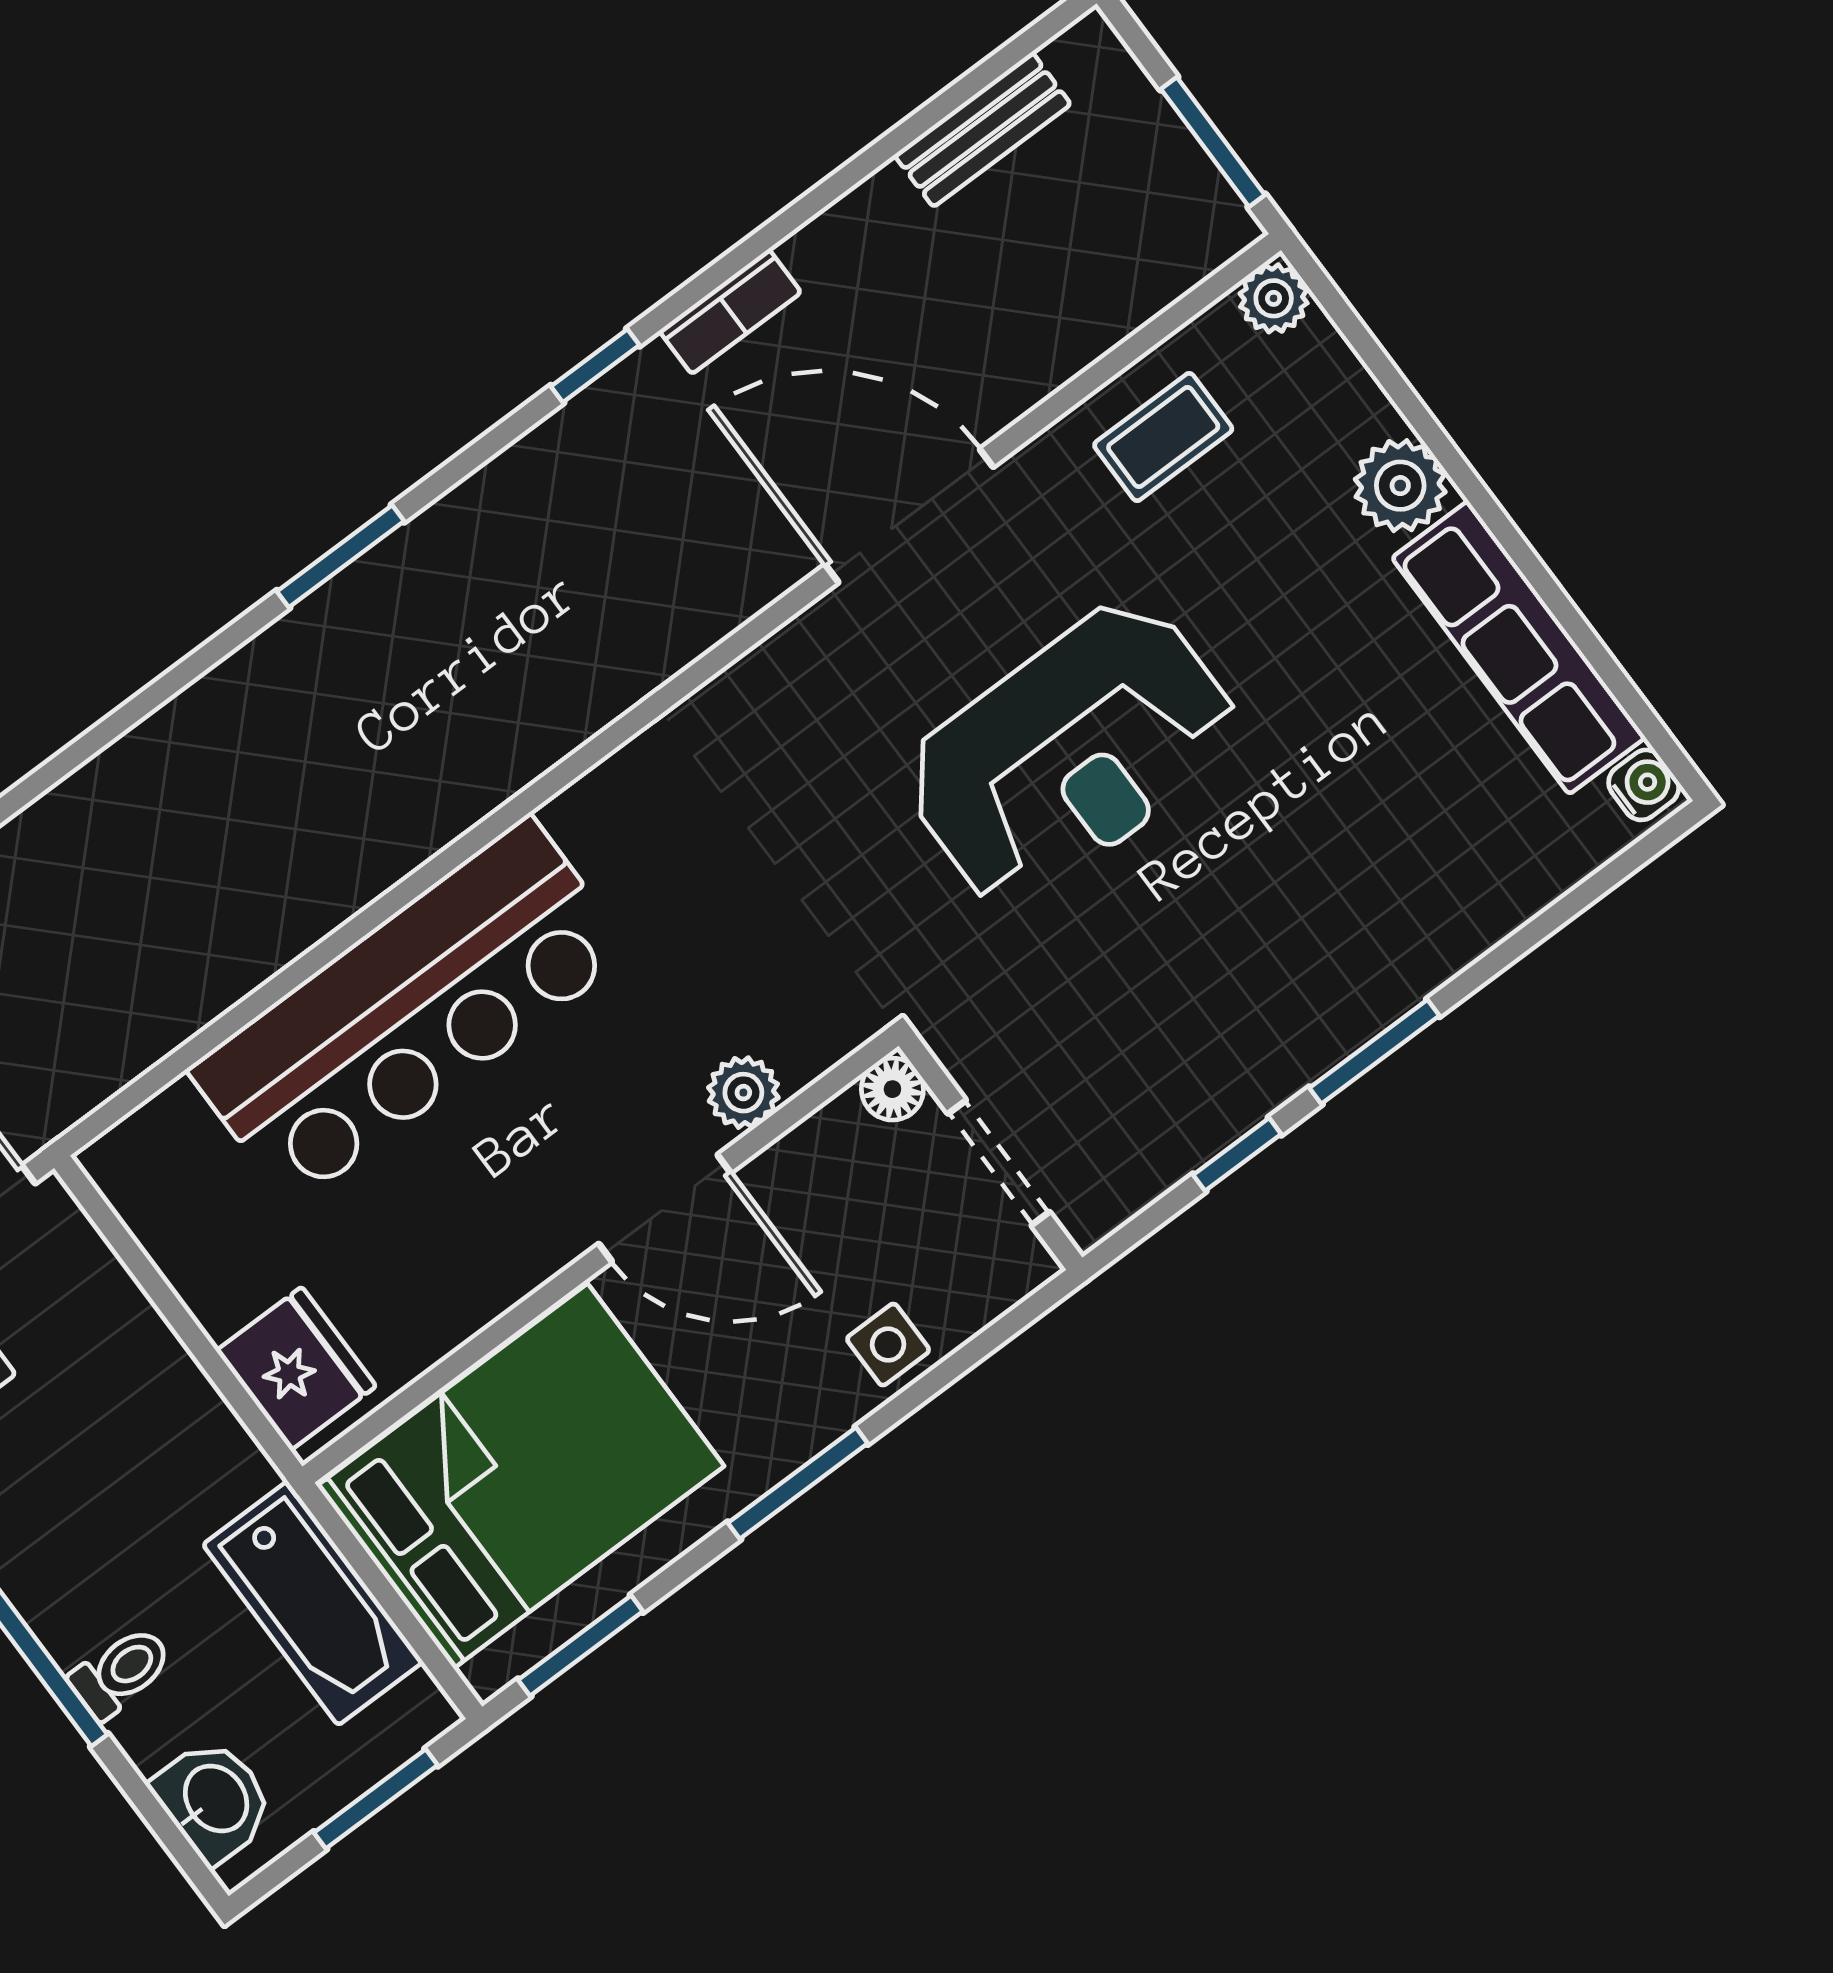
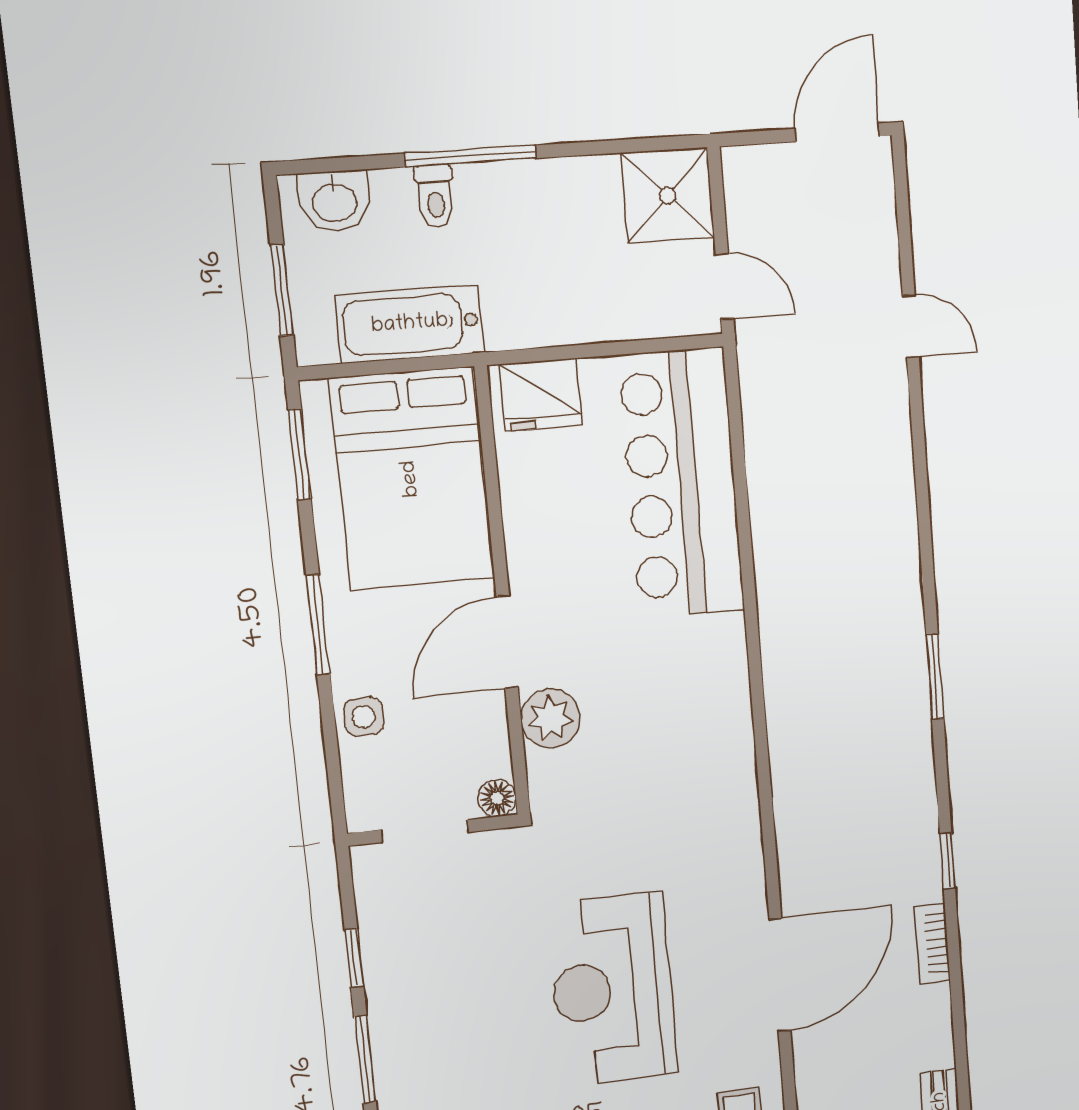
bar counter: (410, 1011) -> (682, 484), moved
plant: (743, 1093) -> (550, 718), width x1.38, depth x1.38

